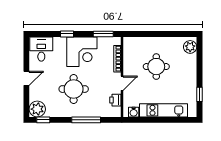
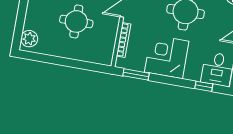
window: (67, 34) -> (204, 86), moved

